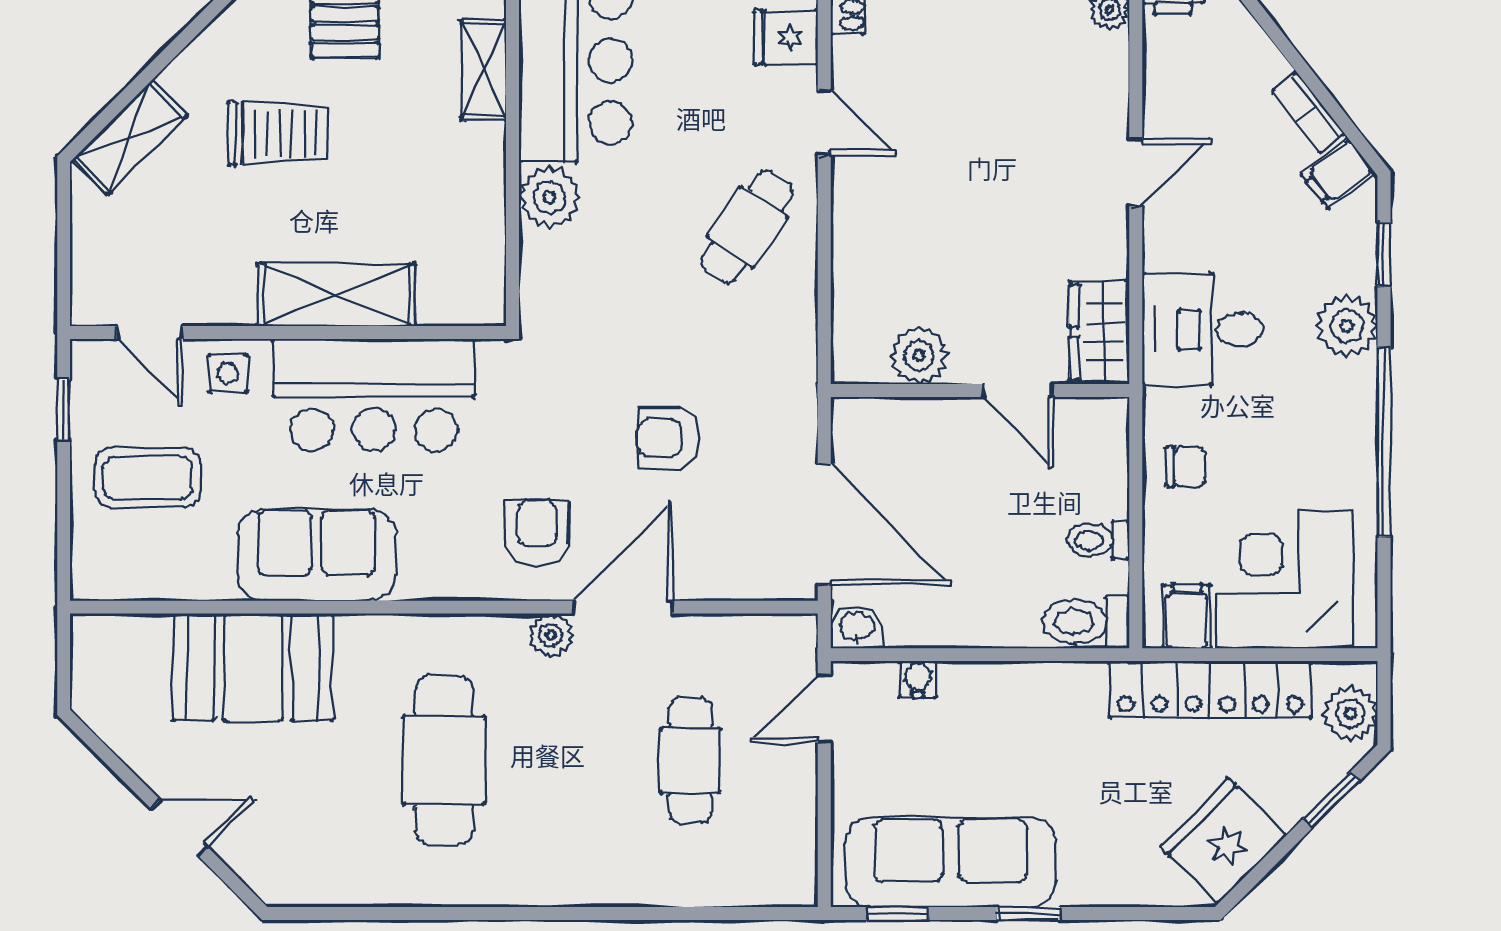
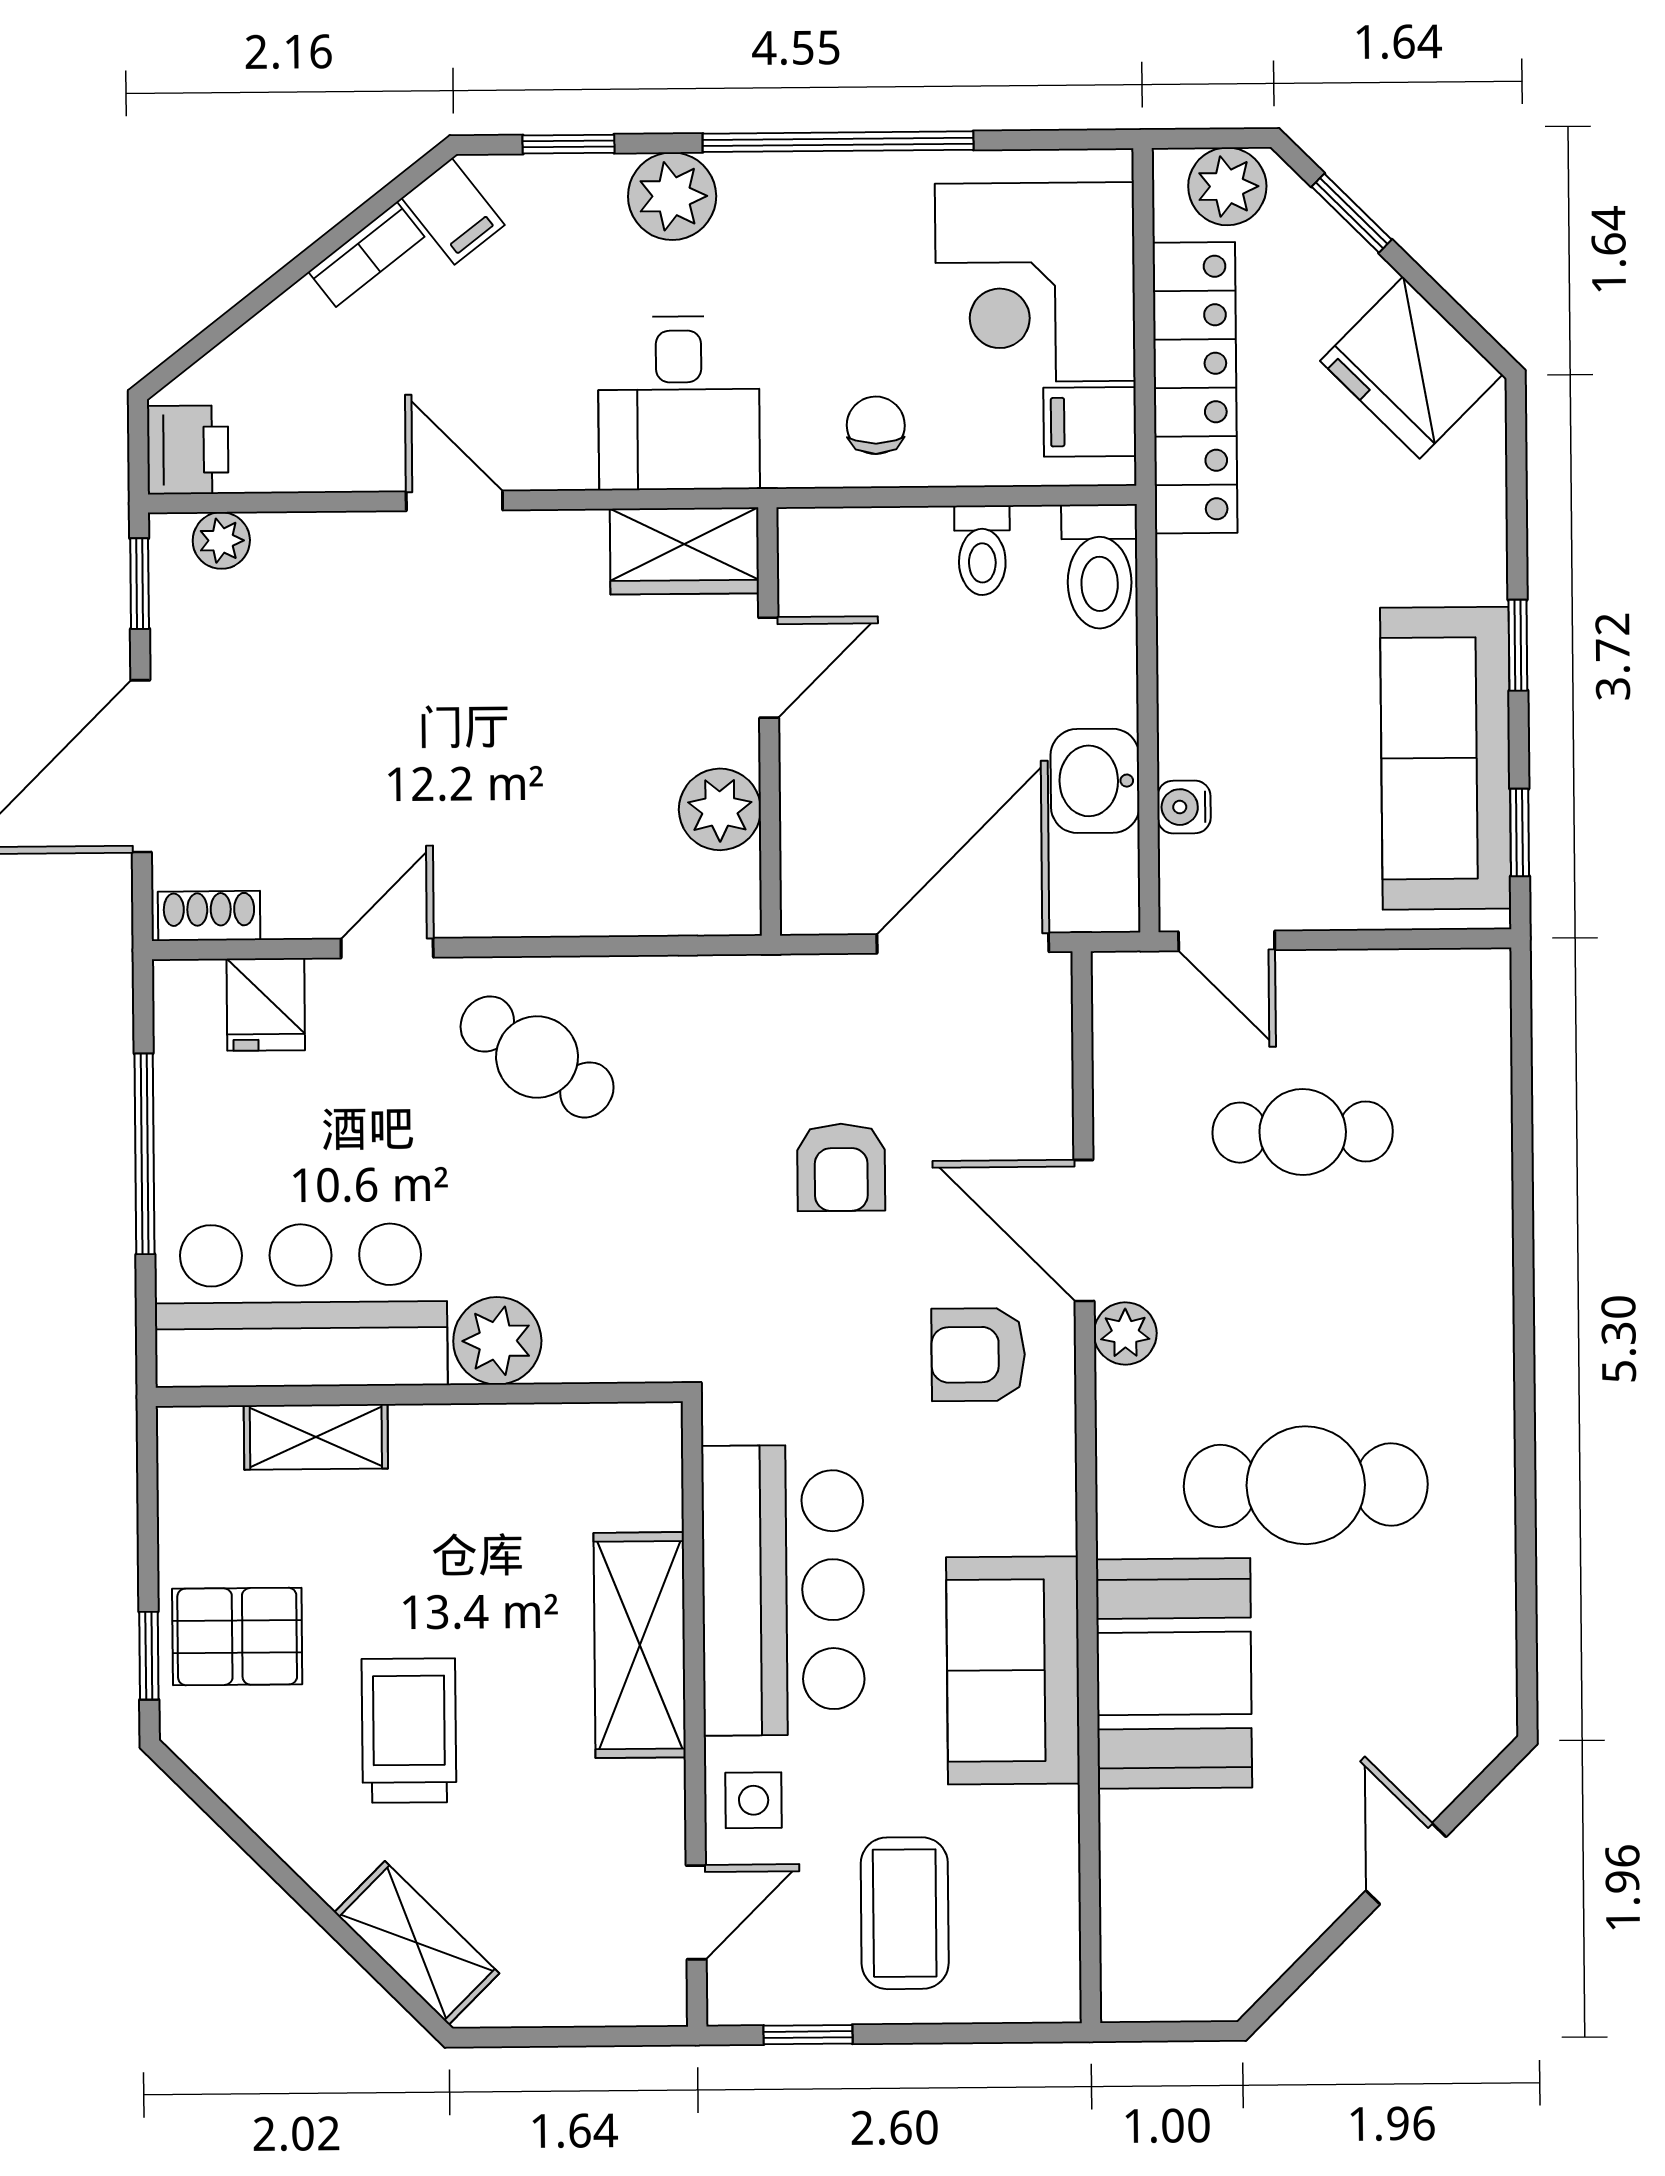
washbasin: (857, 627) -> (1095, 781), moved, width x1.38, depth x1.45
booth: (253, 667) -> (1174, 1673), moved

